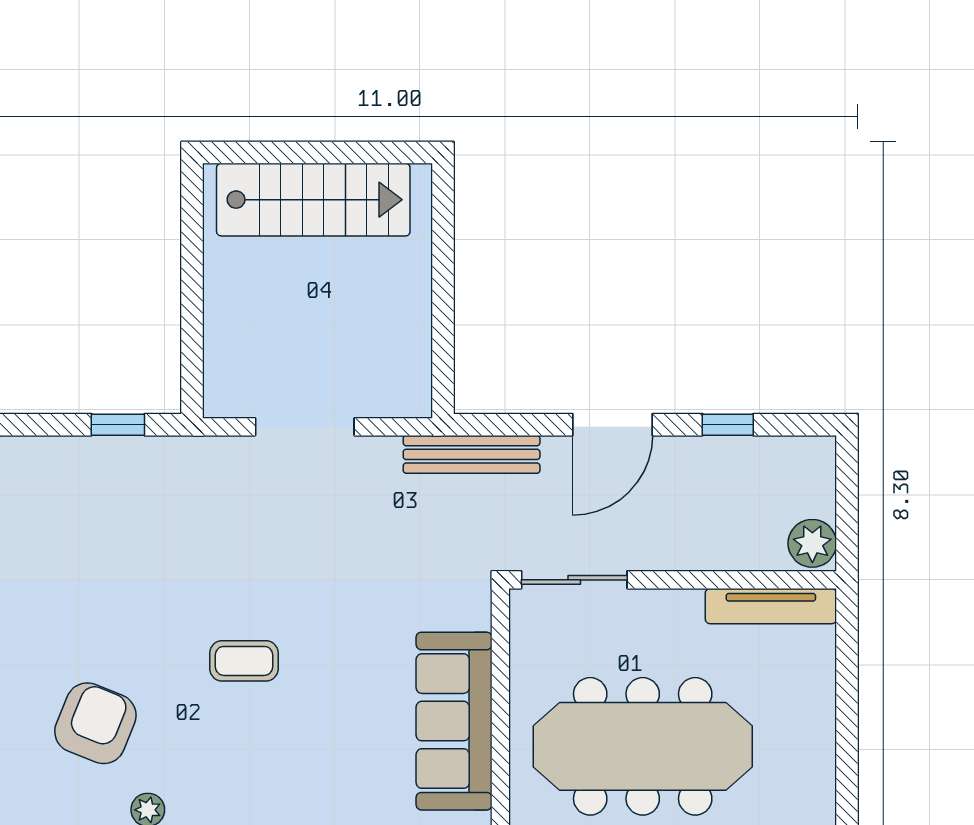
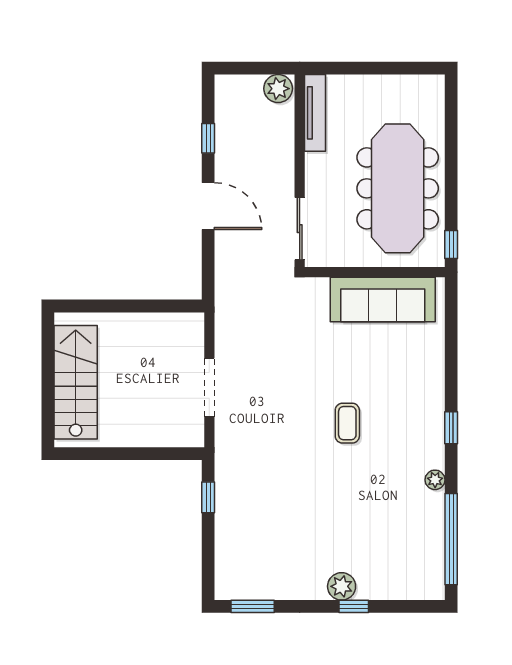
bench: (472, 454) -> (226, 289), removed
armchair: (95, 723) -> (384, 511), removed

